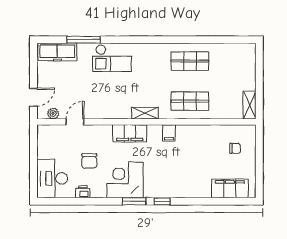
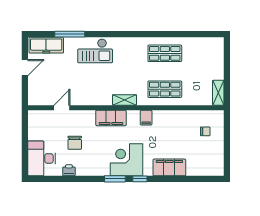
door: (34, 97) -> (25, 68), moved
plant: (53, 113) -> (42, 100), removed
corner desk: (125, 180) -> (126, 160), moved
filing cabinet: (230, 189) -> (169, 167), moved

